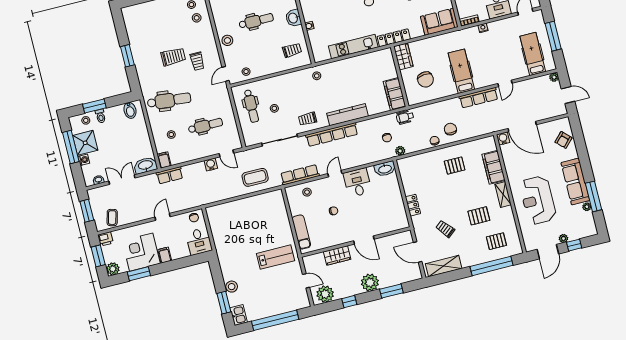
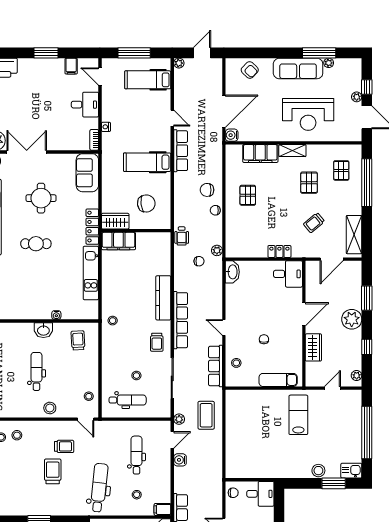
filing cabinet: (395, 94) -> (118, 241), moved
plant: (246, 155) -> (179, 419), added
desk: (357, 183) -> (288, 274), moved, turned 180
plant: (325, 294) -> (357, 375), width x0.53, depth x0.53

